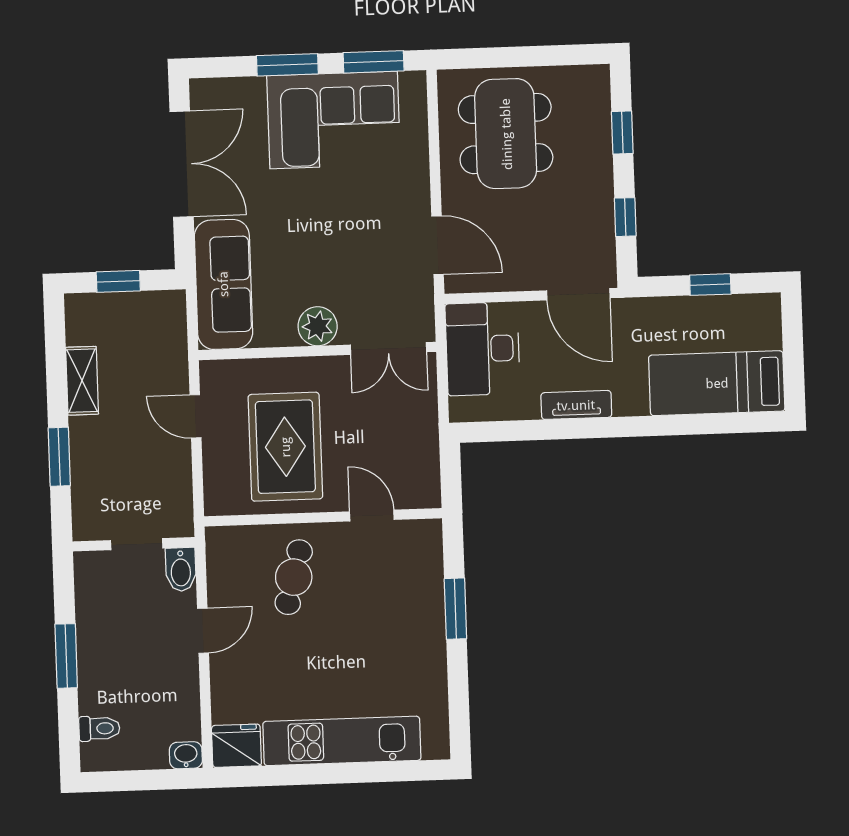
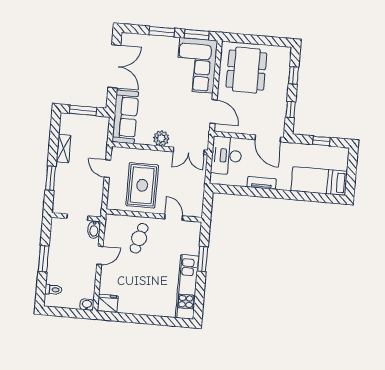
corner sofa: (334, 120) -> (196, 65), moved, turned 90
window: (118, 281) -> (83, 110), width x1.50
kitchen unit: (342, 741) -> (187, 287), moved, turned -90

